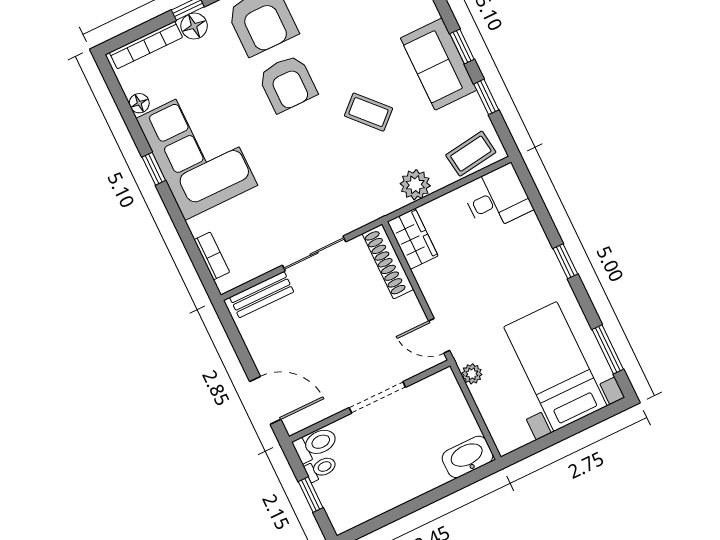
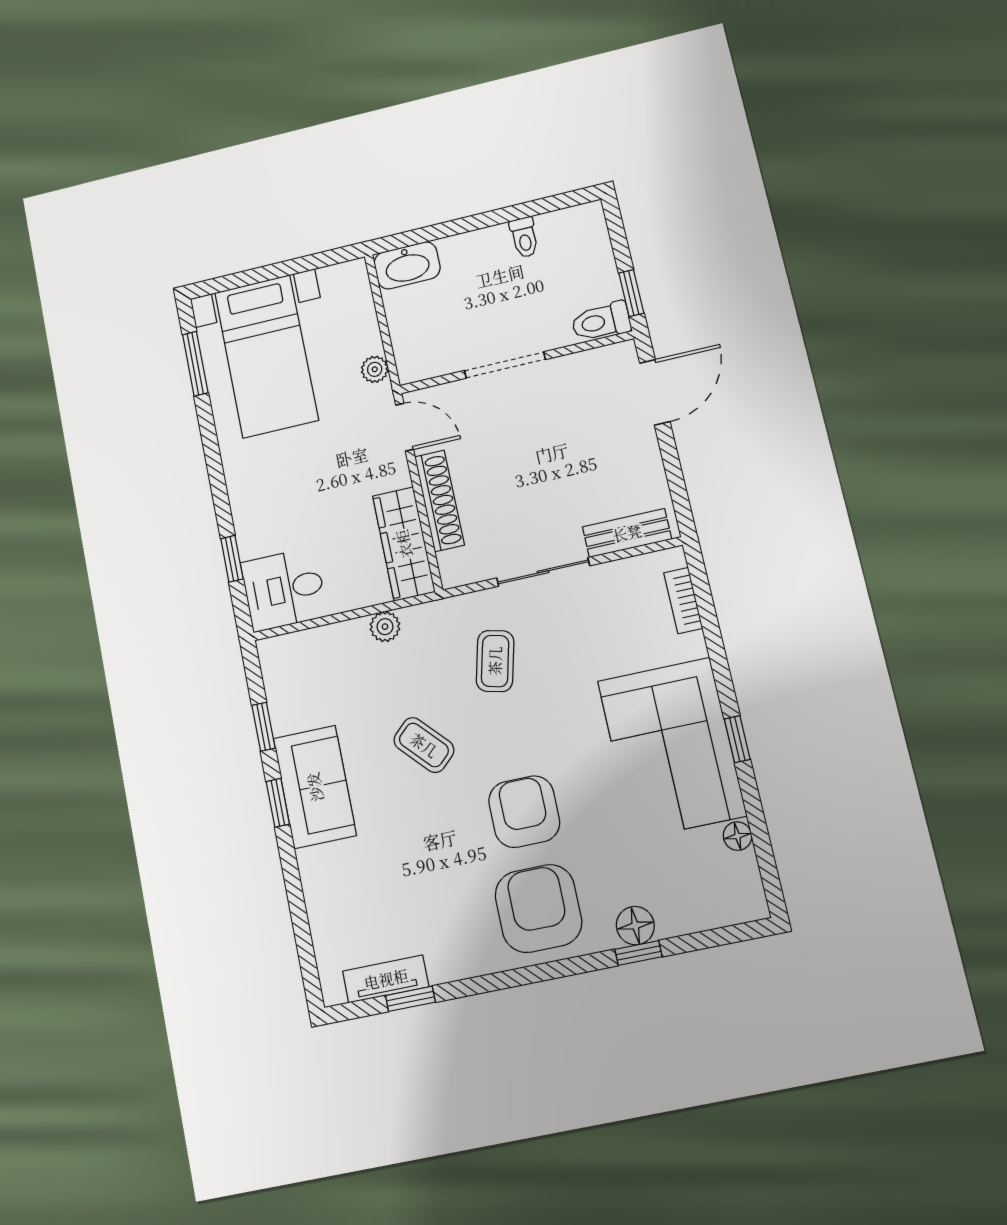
bookcase: (146, 45) -> (710, 916), removed
coffee table: (471, 154) -> (495, 661), moved, turned -68
plant: (415, 185) -> (385, 627), width x0.73, depth x0.73
wardrobe: (413, 239) -> (404, 544), width x1.50
shoe rack: (388, 261) -> (439, 501), moved
window: (565, 261) -> (232, 559), moved
door: (265, 400) -> (655, 392), swing flipped
toilet: (321, 468) -> (524, 237), moved, turned -90
window: (311, 495) -> (631, 293), moved

